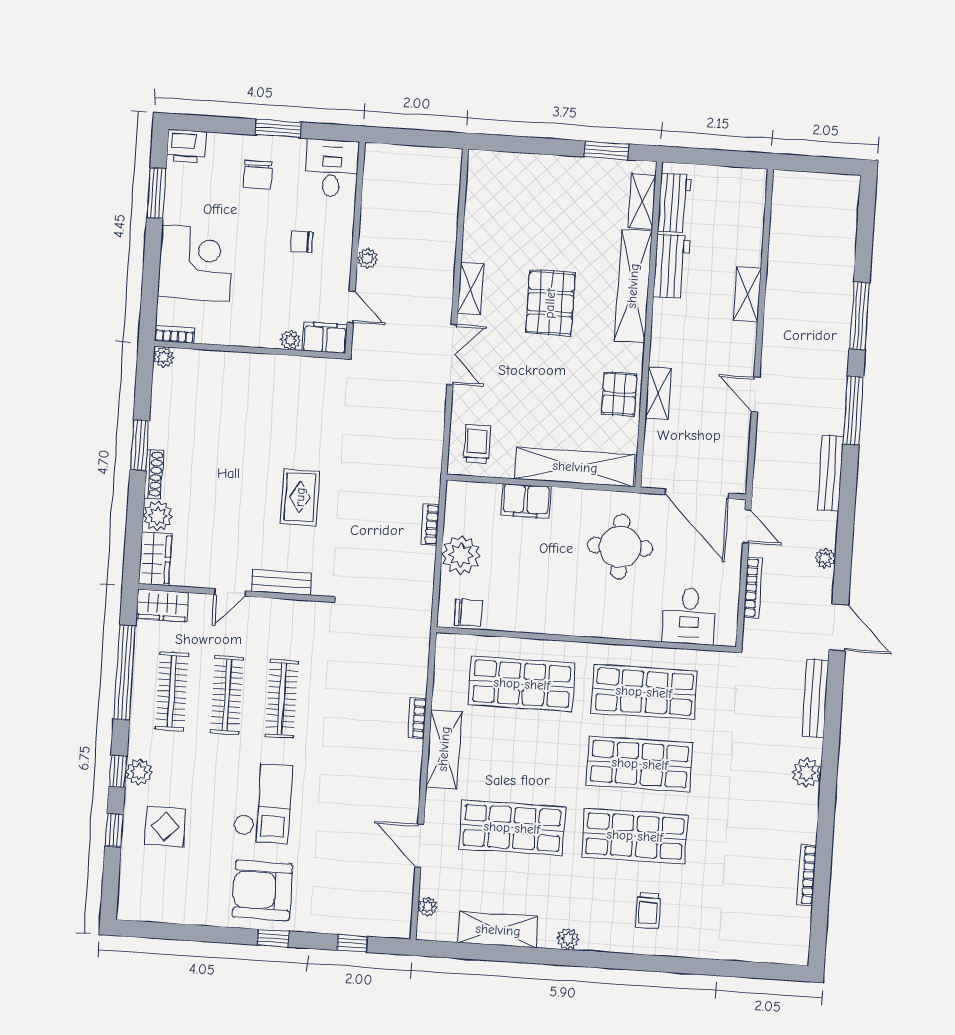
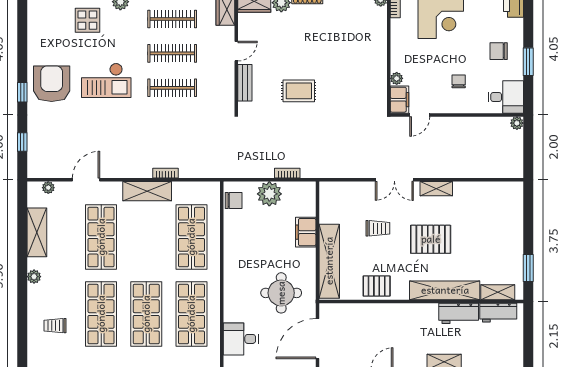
plant: (368, 258) -> (517, 123), moved
shelving: (658, 393) -> (379, 310), removed
trolley: (477, 444) -> (378, 228), moved
door: (230, 593) -> (236, 51), swing flipped
chair: (468, 613) -> (234, 201), turned -90

